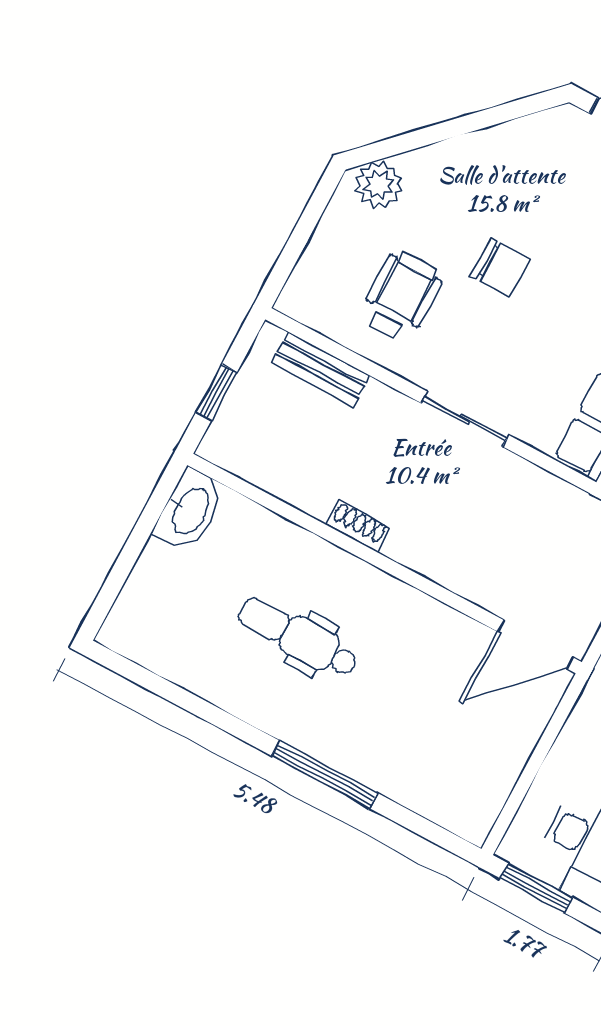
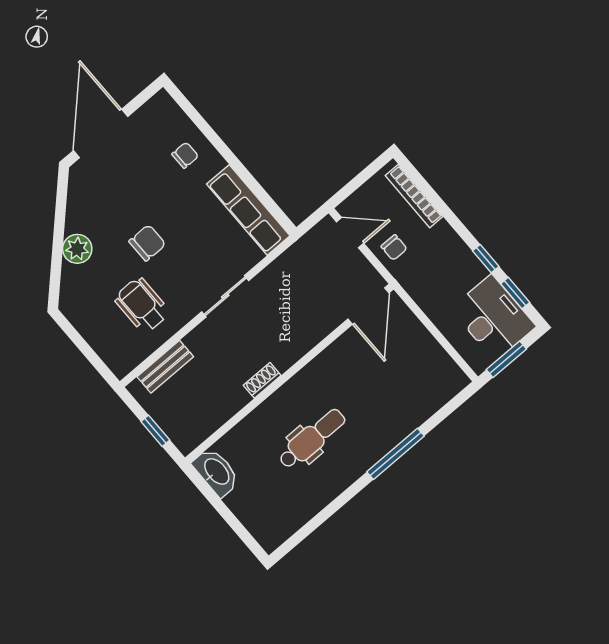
plant: (379, 185) -> (77, 249), moved
dental chair: (298, 637) -> (312, 439), turned 180

